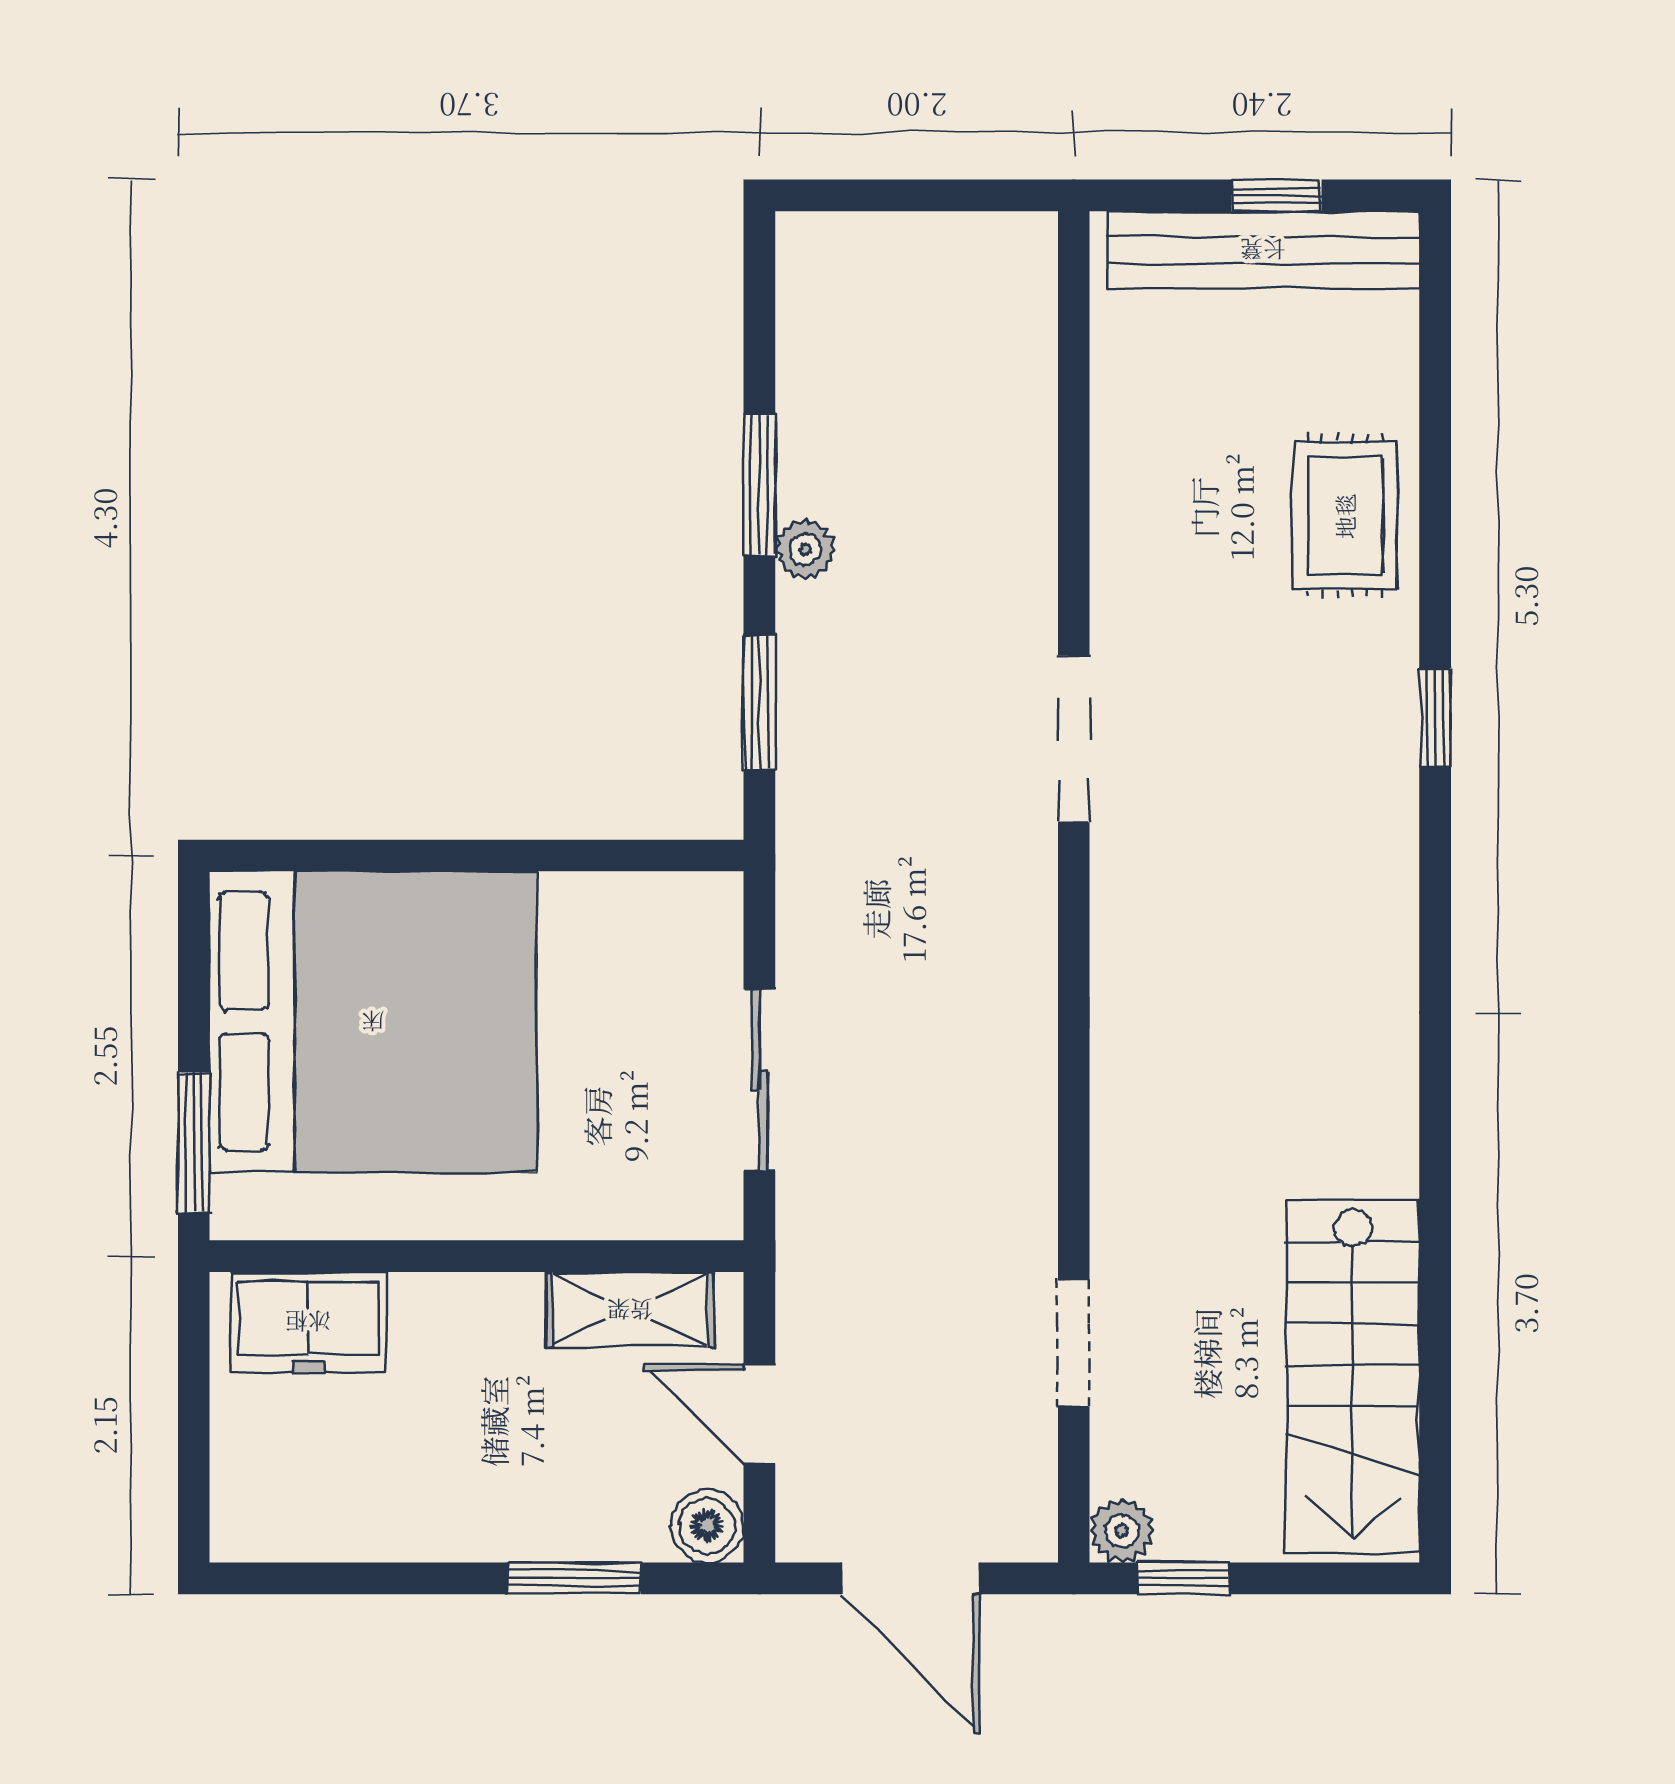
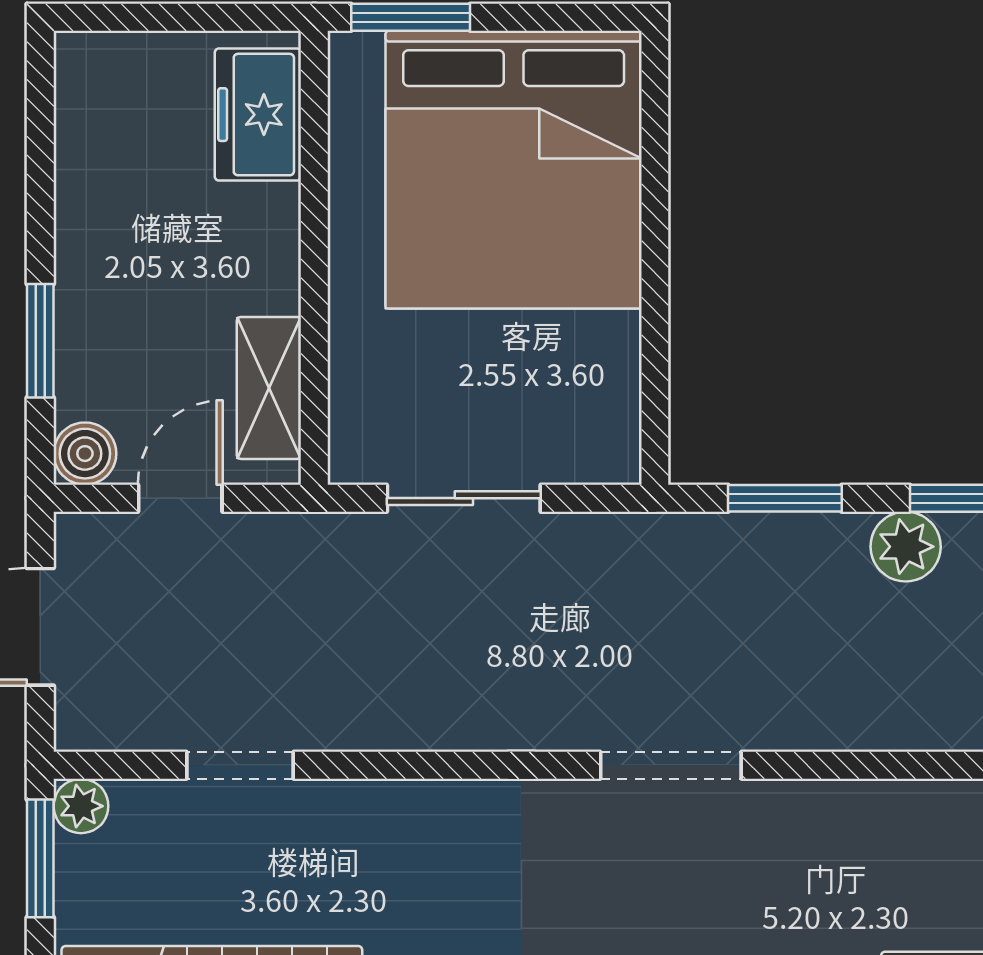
plant: (805, 549) -> (906, 547), width x1.38, depth x1.38
doorway: (1074, 739) -> (671, 765), moved
window: (1183, 1578) -> (40, 858), width x1.50

